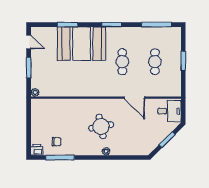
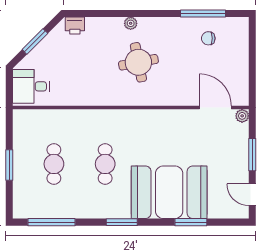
door: (135, 98) -> (215, 108), moved
printer: (37, 150) -> (75, 26), moved

